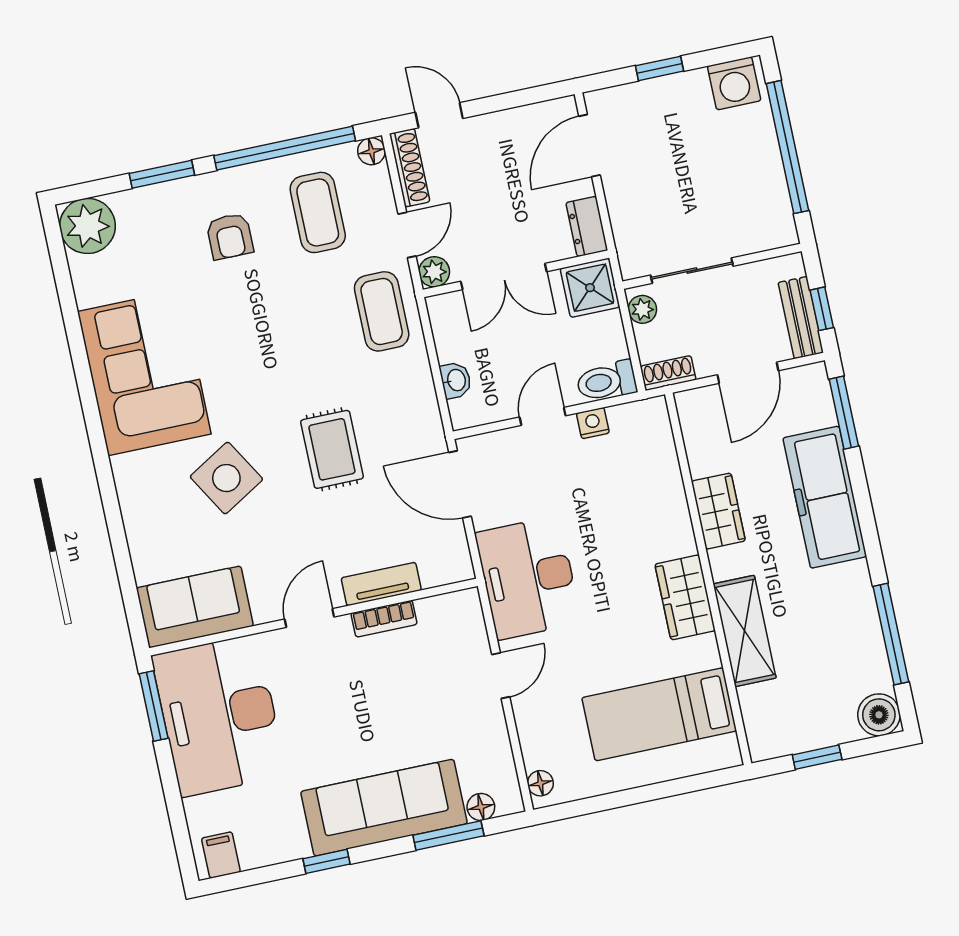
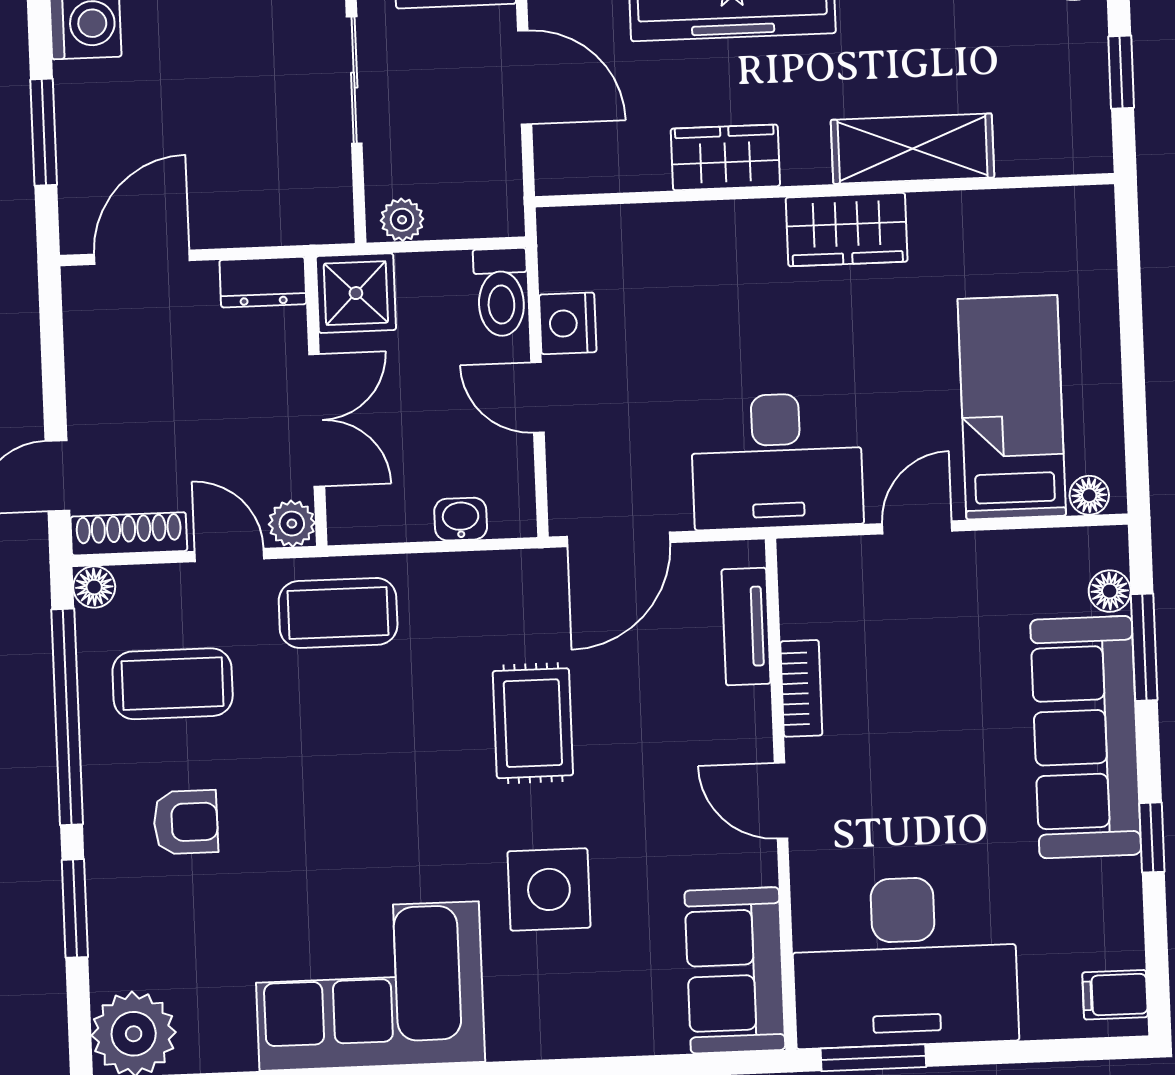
window: (659, 68) -> (44, 132), width x1.50
door: (589, 146) -> (142, 257), swing flipped
sliding door: (692, 271) -> (354, 80), moved
shoe rack: (668, 373) -> (504, 197), removed
nightstand: (593, 423) -> (568, 323), width x1.39, depth x1.35
rug: (332, 449) -> (533, 723), turned 90
side table: (226, 478) -> (549, 889), turned 31
tv unit: (381, 584) -> (746, 627), moved
door: (501, 676) -> (917, 527), hinge flipped
bed: (659, 714) -> (1012, 407), moved, turned 180

